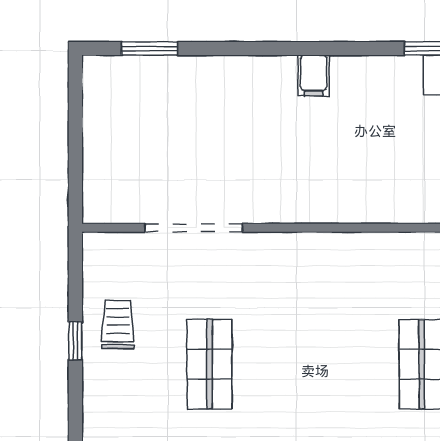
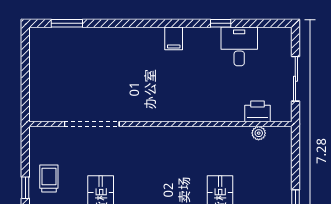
filing cabinet: (314, 76) -> (174, 38), moved

